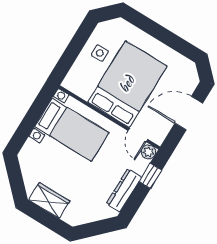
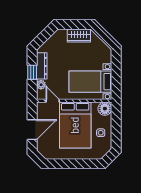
floor lamp: (74, 82) -> (105, 109), added
plant: (148, 152) -> (41, 85), moved
window: (150, 176) -> (32, 72), moved

